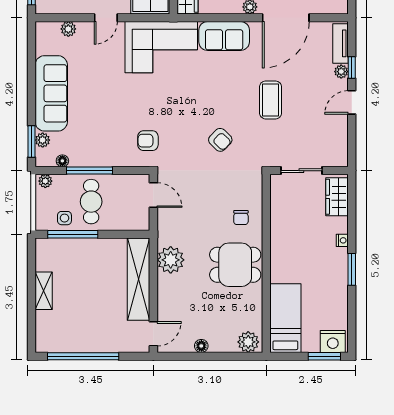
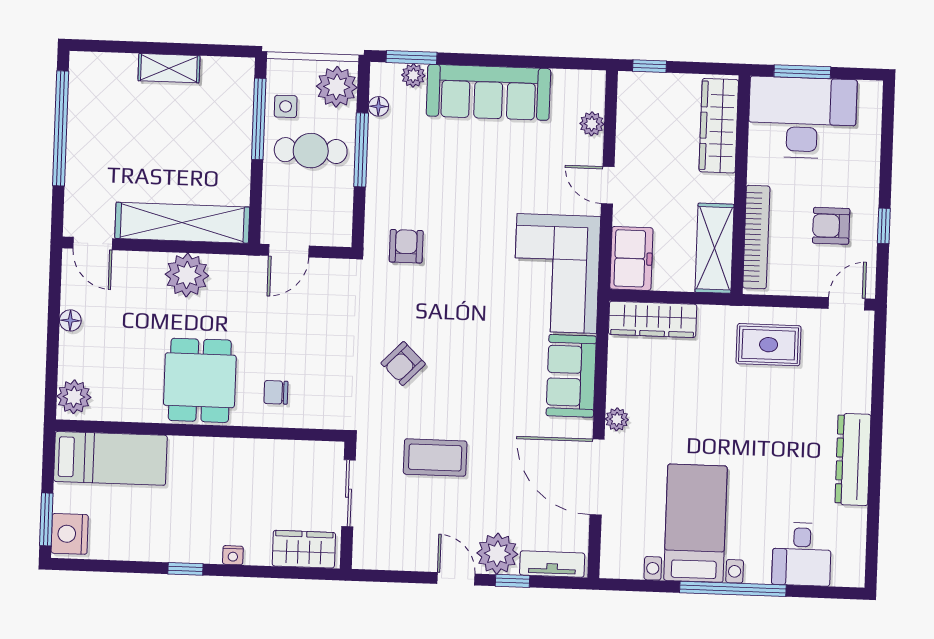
plant: (341, 72) -> (497, 554), width x1.88, depth x1.88
coffee table: (271, 100) -> (435, 458), moved
plant: (45, 181) -> (337, 87), width x1.88, depth x1.88
door: (153, 195) -> (289, 251), moved
plant: (171, 260) -> (187, 275), moved
window: (352, 269) -> (185, 569), width x0.67

